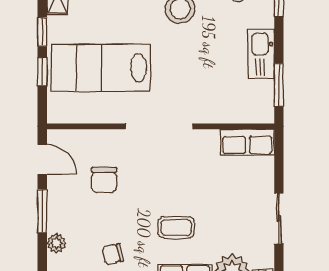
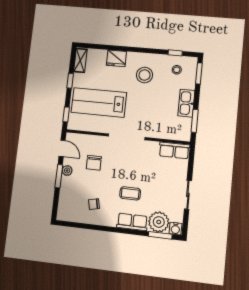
window: (42, 72) -> (66, 114), moved
plant: (56, 243) -> (67, 171), moved

